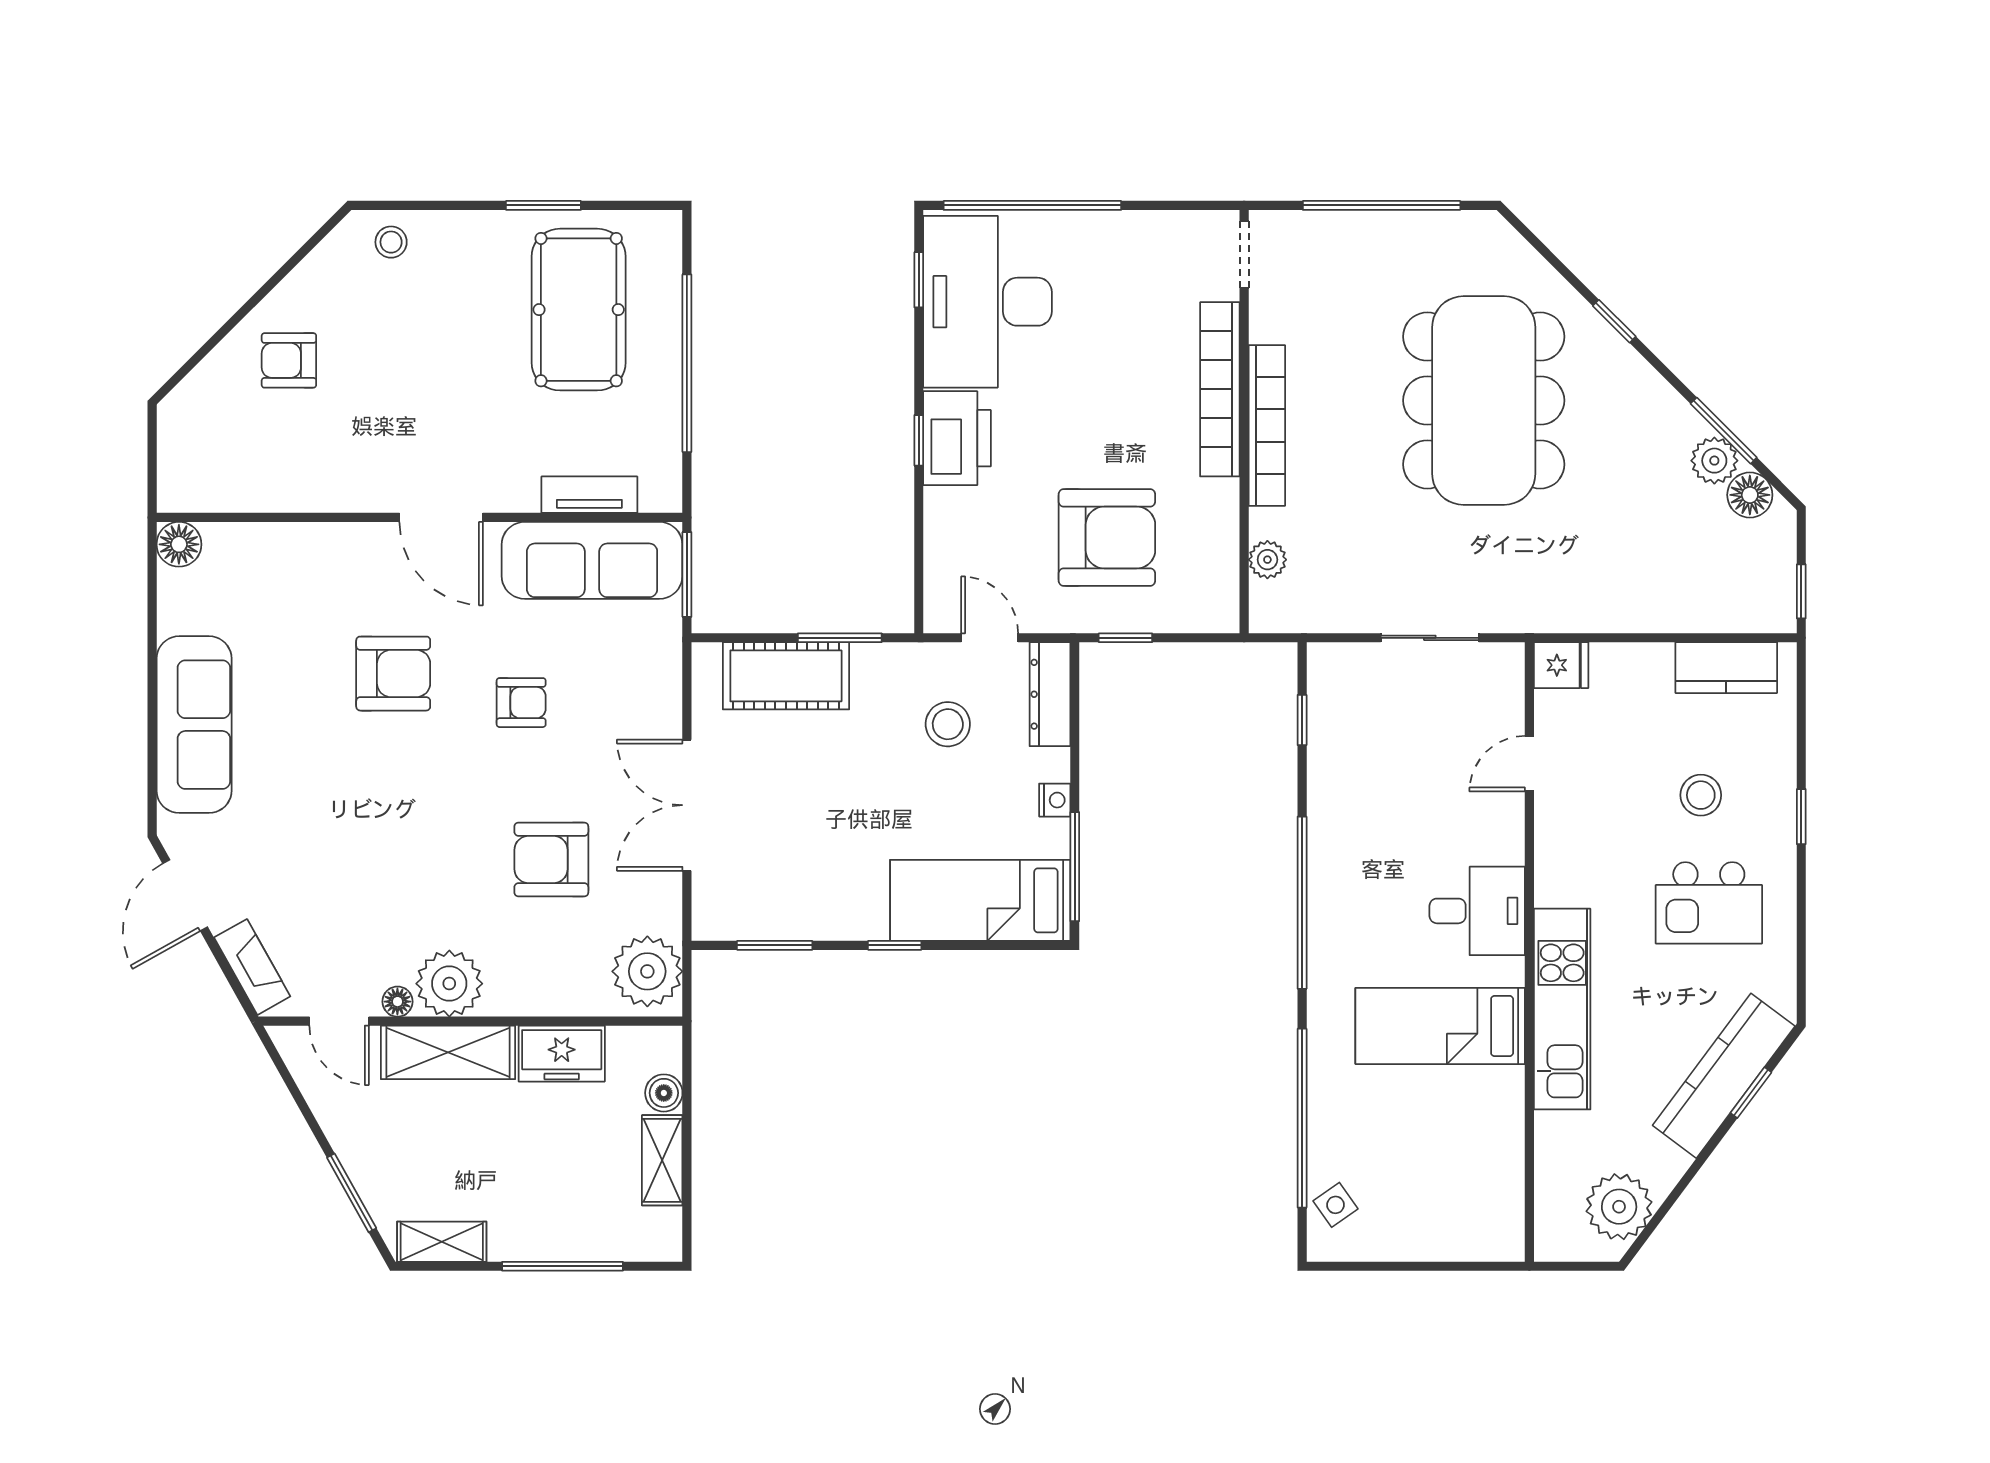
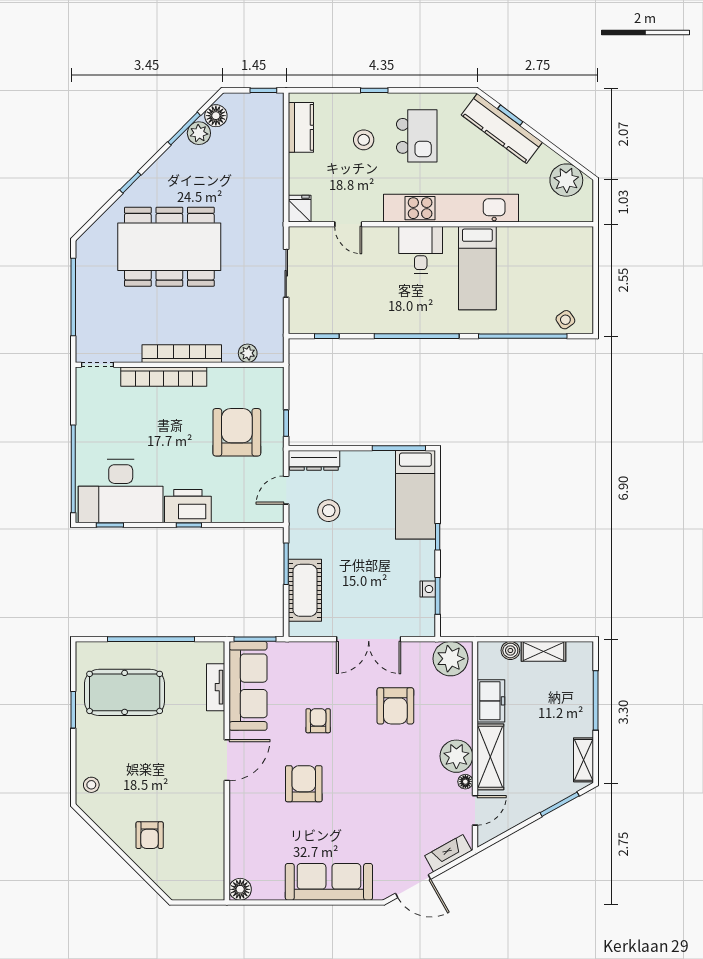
nightstand: (1055, 800) -> (428, 589), moved, turned 90
kitchen unit: (1562, 1009) -> (451, 208), width x1.36

